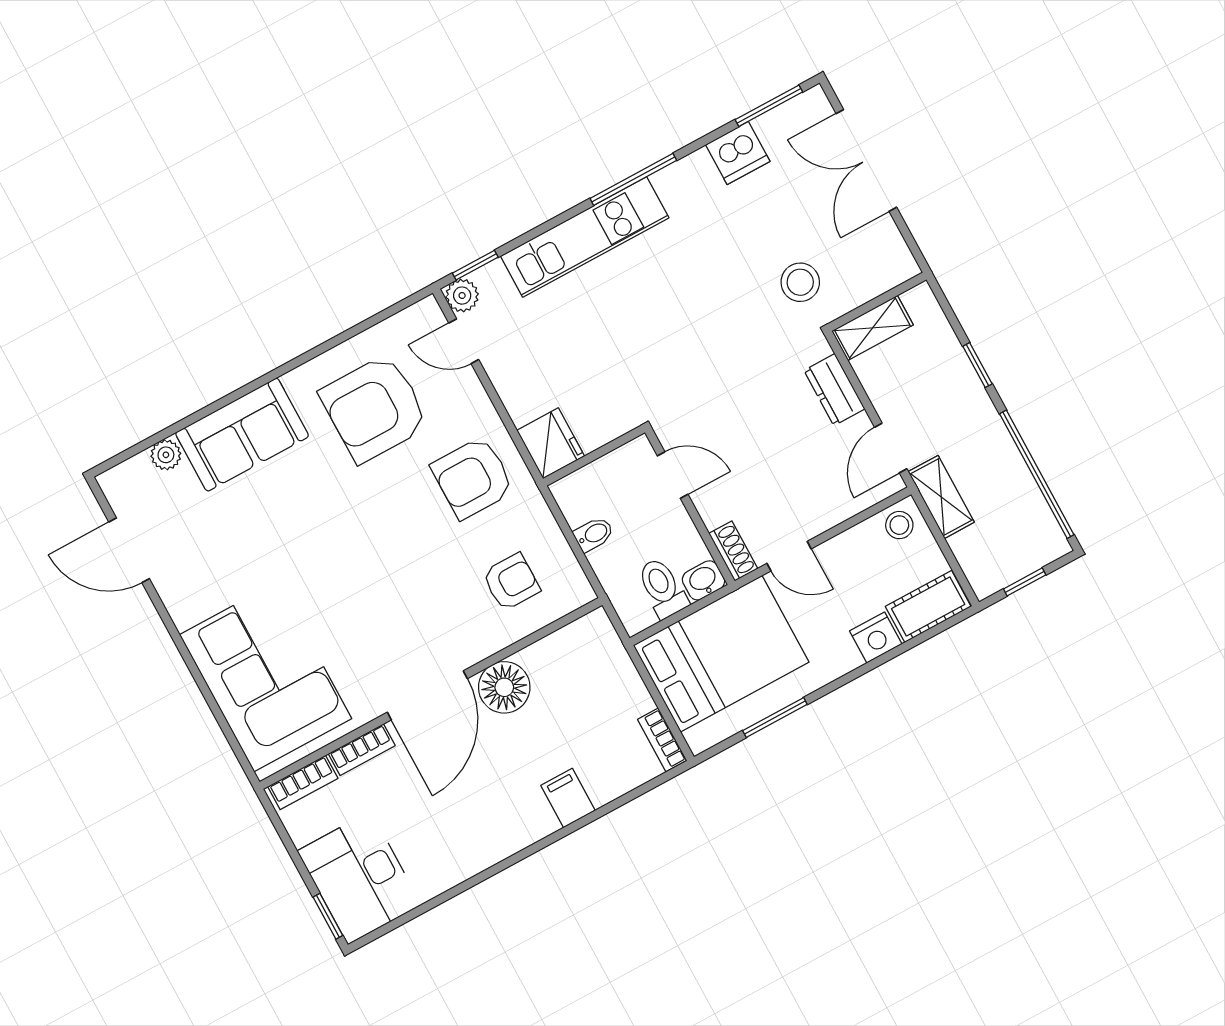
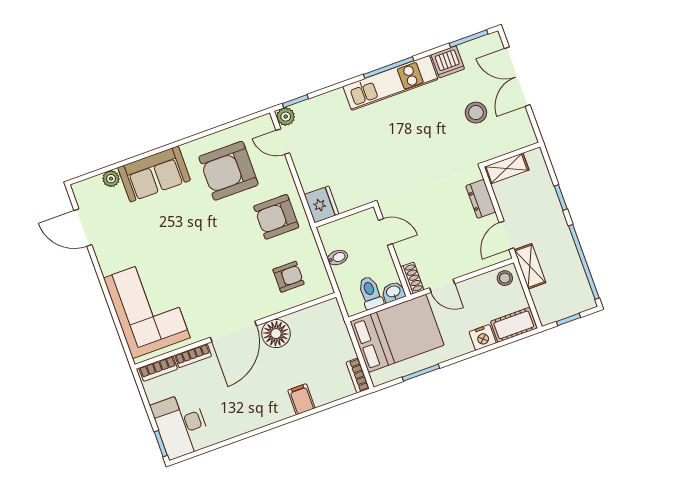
kitchen unit: (585, 237) -> (390, 83), moved
stool: (800, 282) -> (476, 113), moved

